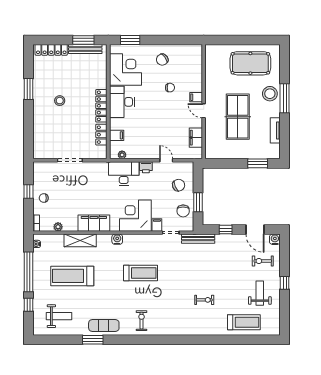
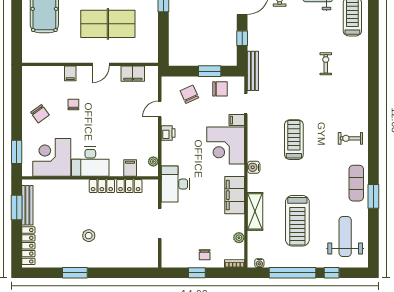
filing cabinet: (196, 97) -> (70, 73), moved
locker: (101, 106) -> (102, 186), width x0.66
desk: (124, 174) -> (176, 184), moved
weight bench: (59, 316) -> (345, 237), width x1.36, depth x1.33

